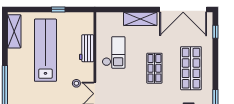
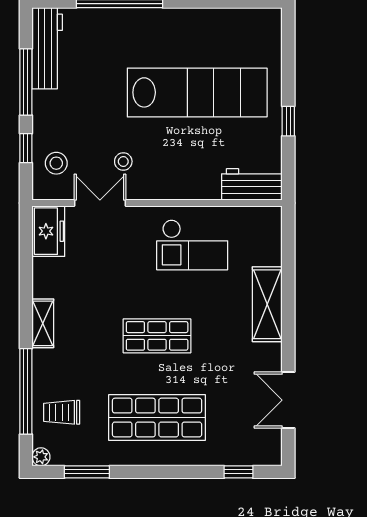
double door: (183, 9) -> (288, 400), width x0.54
shelving: (14, 31) -> (239, 23), removed
workbench: (87, 48) -> (252, 184), moved

